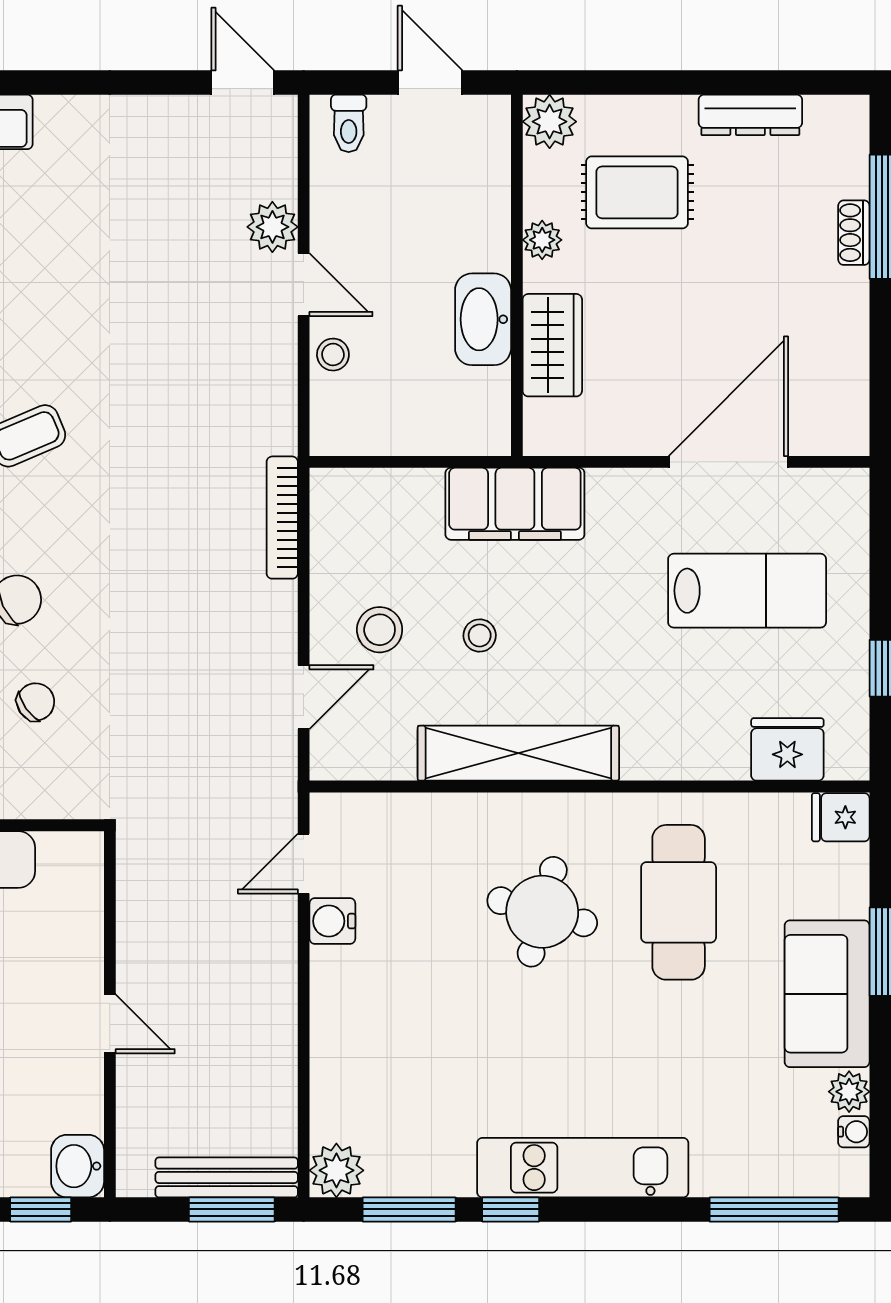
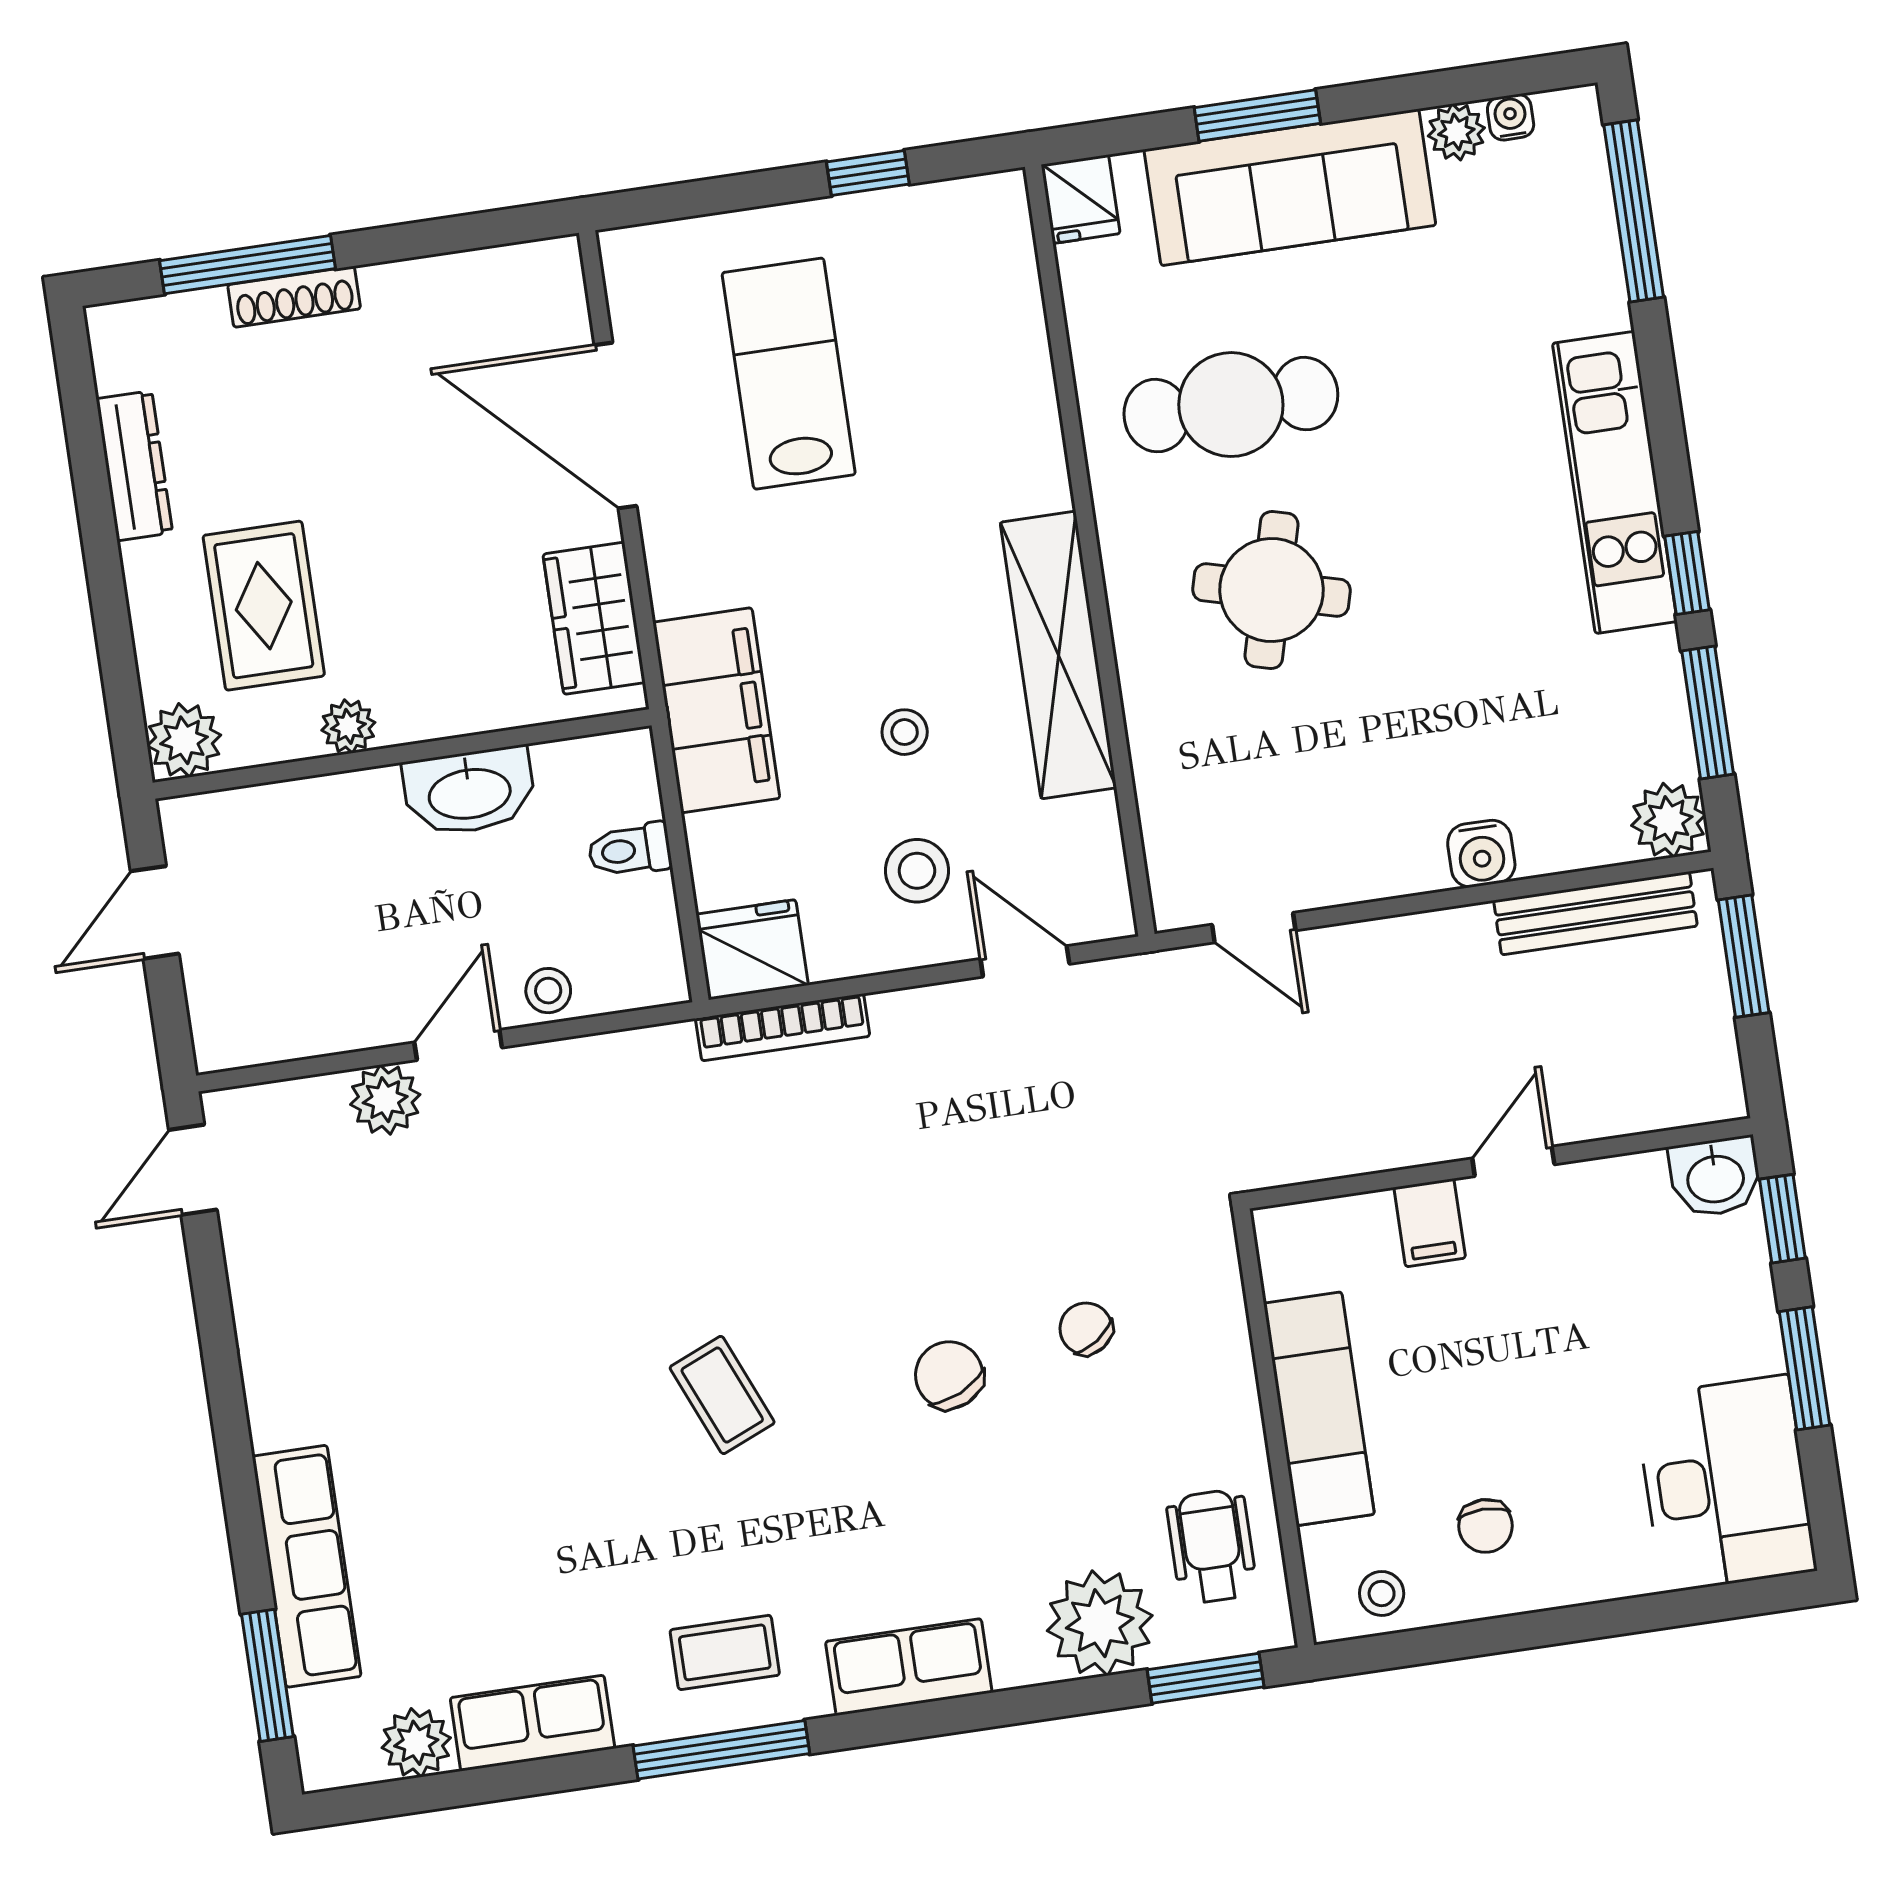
toilet: (349, 123) -> (630, 850), moved, turned 180
shoe rack: (854, 233) -> (294, 297), width x1.43
wardrobe: (552, 345) -> (594, 618), moved, turned -90
fridge: (787, 749) -> (752, 950), moved, turned 90
water cooler: (332, 921) -> (1481, 854), moved
filing cabinet: (75, 958) -> (1430, 1223), added
sofa: (827, 994) -> (1290, 187), width x1.36
bench: (227, 1177) -> (1595, 913), moved, turned 90

